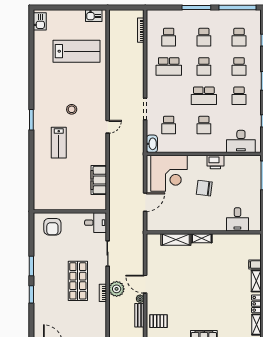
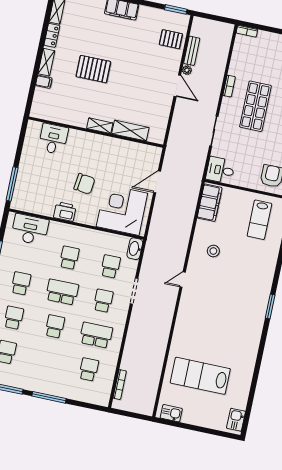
school desk: (204, 37) -> (103, 301), moved
stool: (72, 109) -> (213, 251), moved
lab bench: (59, 143) -> (259, 220), moved, turned 180
filing cabinet: (99, 180) -> (210, 203), moved
pallet: (217, 283) -> (93, 69), added
plant: (117, 289) -> (212, 87), removed

